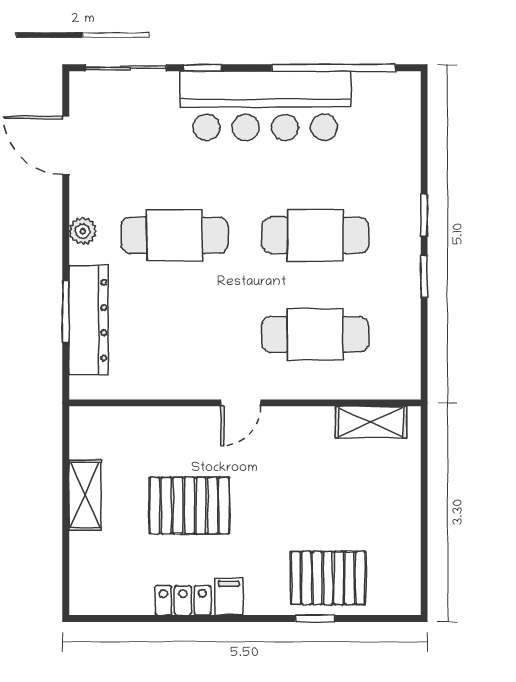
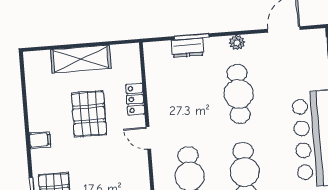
dresser: (89, 320) -> (187, 48), width x0.51, depth x0.80
shelving: (85, 495) -> (81, 59), width x1.50, depth x1.33
locker: (183, 600) -> (135, 99), moved, turned 180

